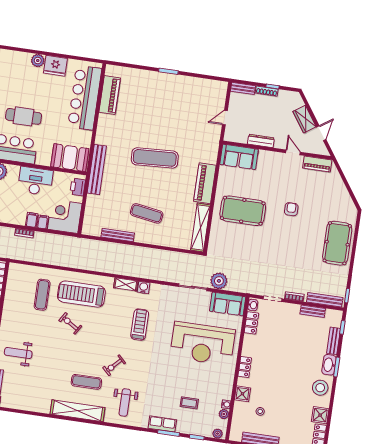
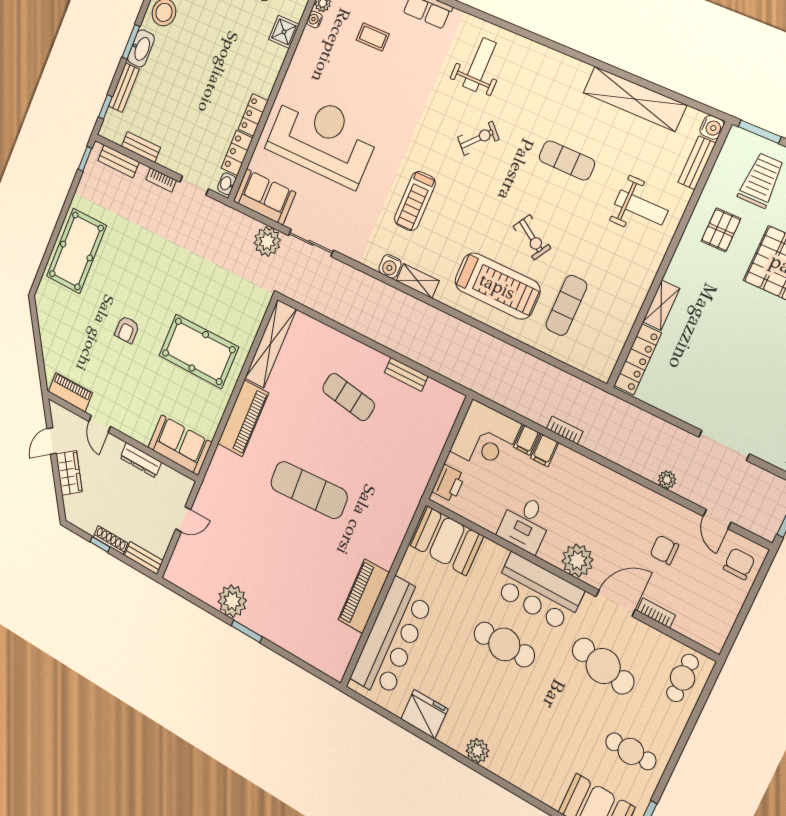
plant: (38, 61) -> (477, 751), moved
plant: (182, 84) -> (232, 601), added
piano: (110, 95) -> (364, 596), moved
bench: (97, 169) -> (408, 503), removed
desk: (35, 181) -> (525, 523), width x0.73
bench: (118, 235) -> (406, 374), width x0.73
bench: (325, 300) -> (119, 161), width x0.73
locker: (245, 367) -> (253, 115), moved
exercise mat: (86, 382) -> (567, 160), moved
shelving: (78, 411) -> (635, 99), moved

